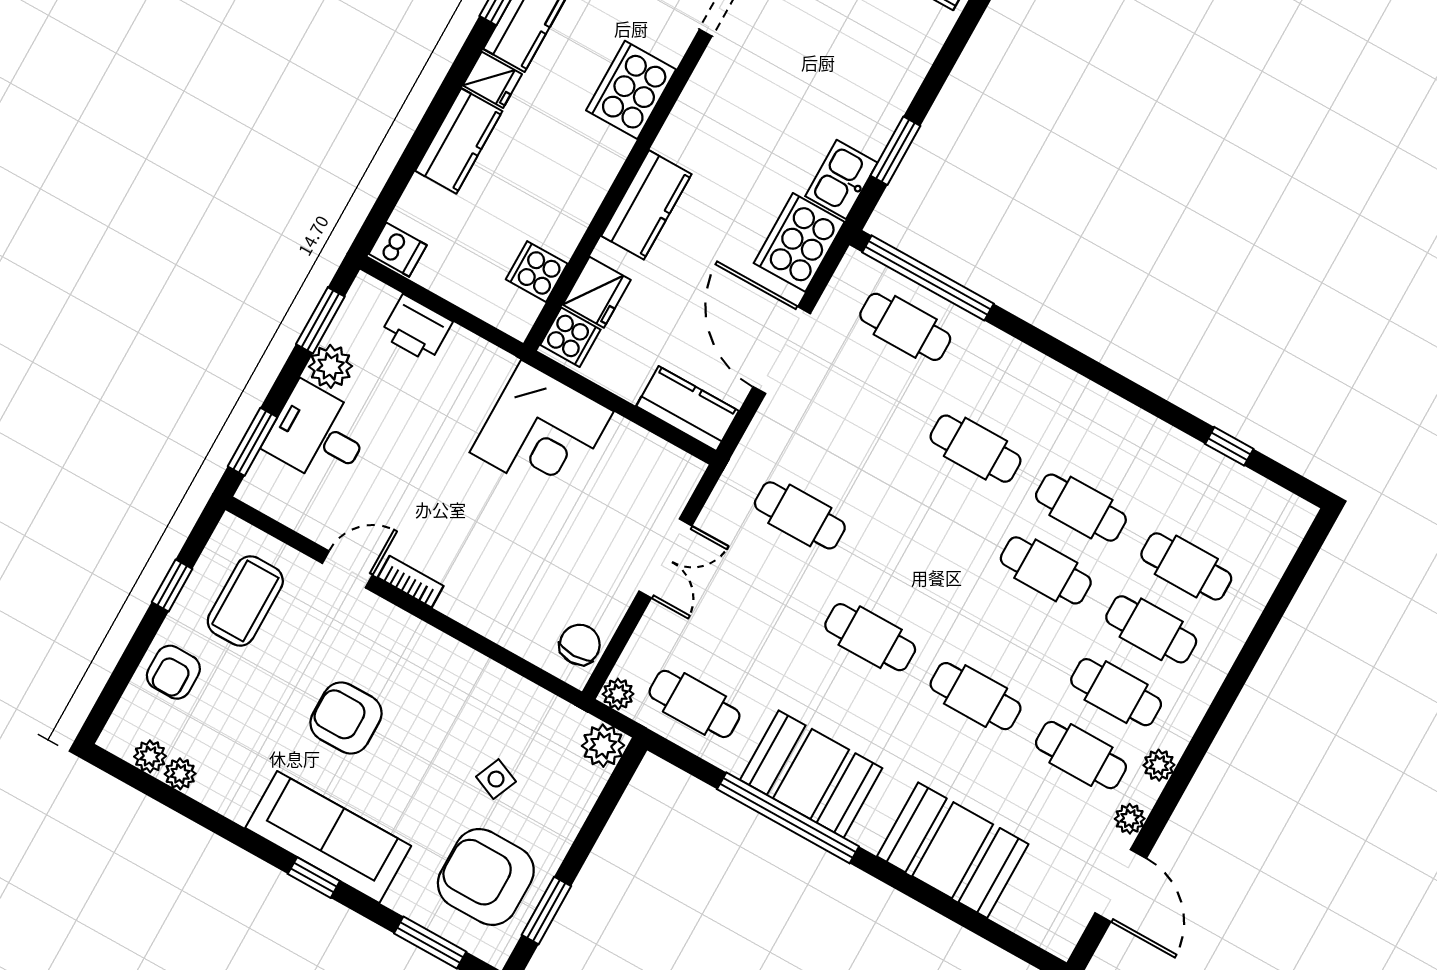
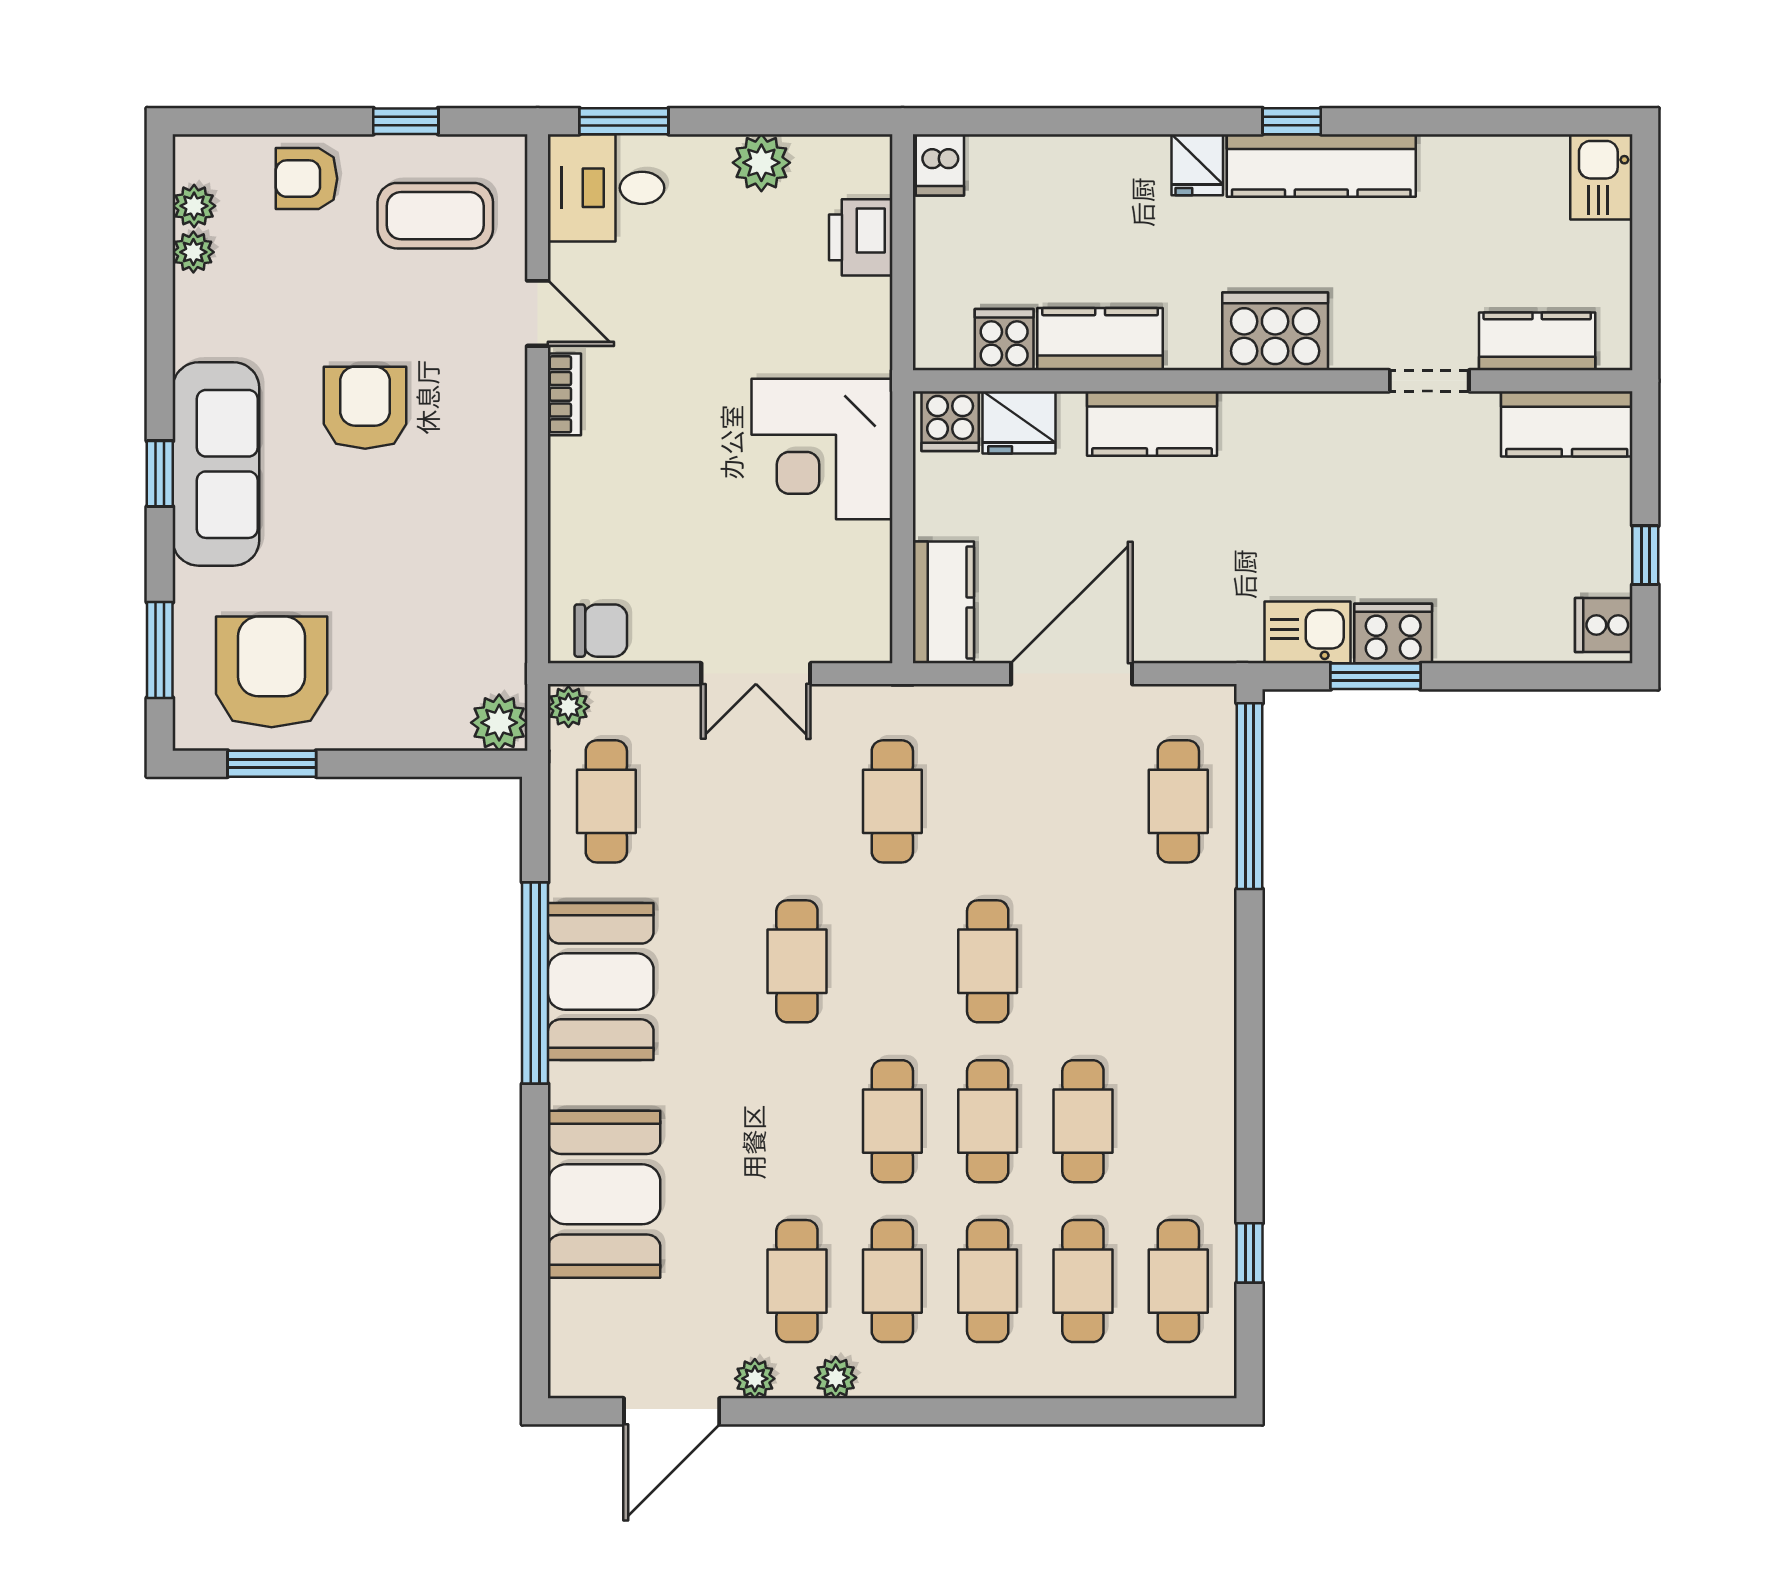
kitchen counter: (459, 141) -> (1100, 339), moved, turned 180
cooker: (799, 242) -> (1393, 633), moved, width x0.73, depth x0.76
window: (320, 320) -> (808, 121), removed
desk: (318, 434) -> (606, 188), moved, turned -90
cafe table: (975, 449) -> (988, 961), moved
cafe table: (1221, 504) -> (1178, 1281), added
cafe table: (976, 696) -> (892, 1121), moved
side table: (496, 779) -> (391, 621), removed

